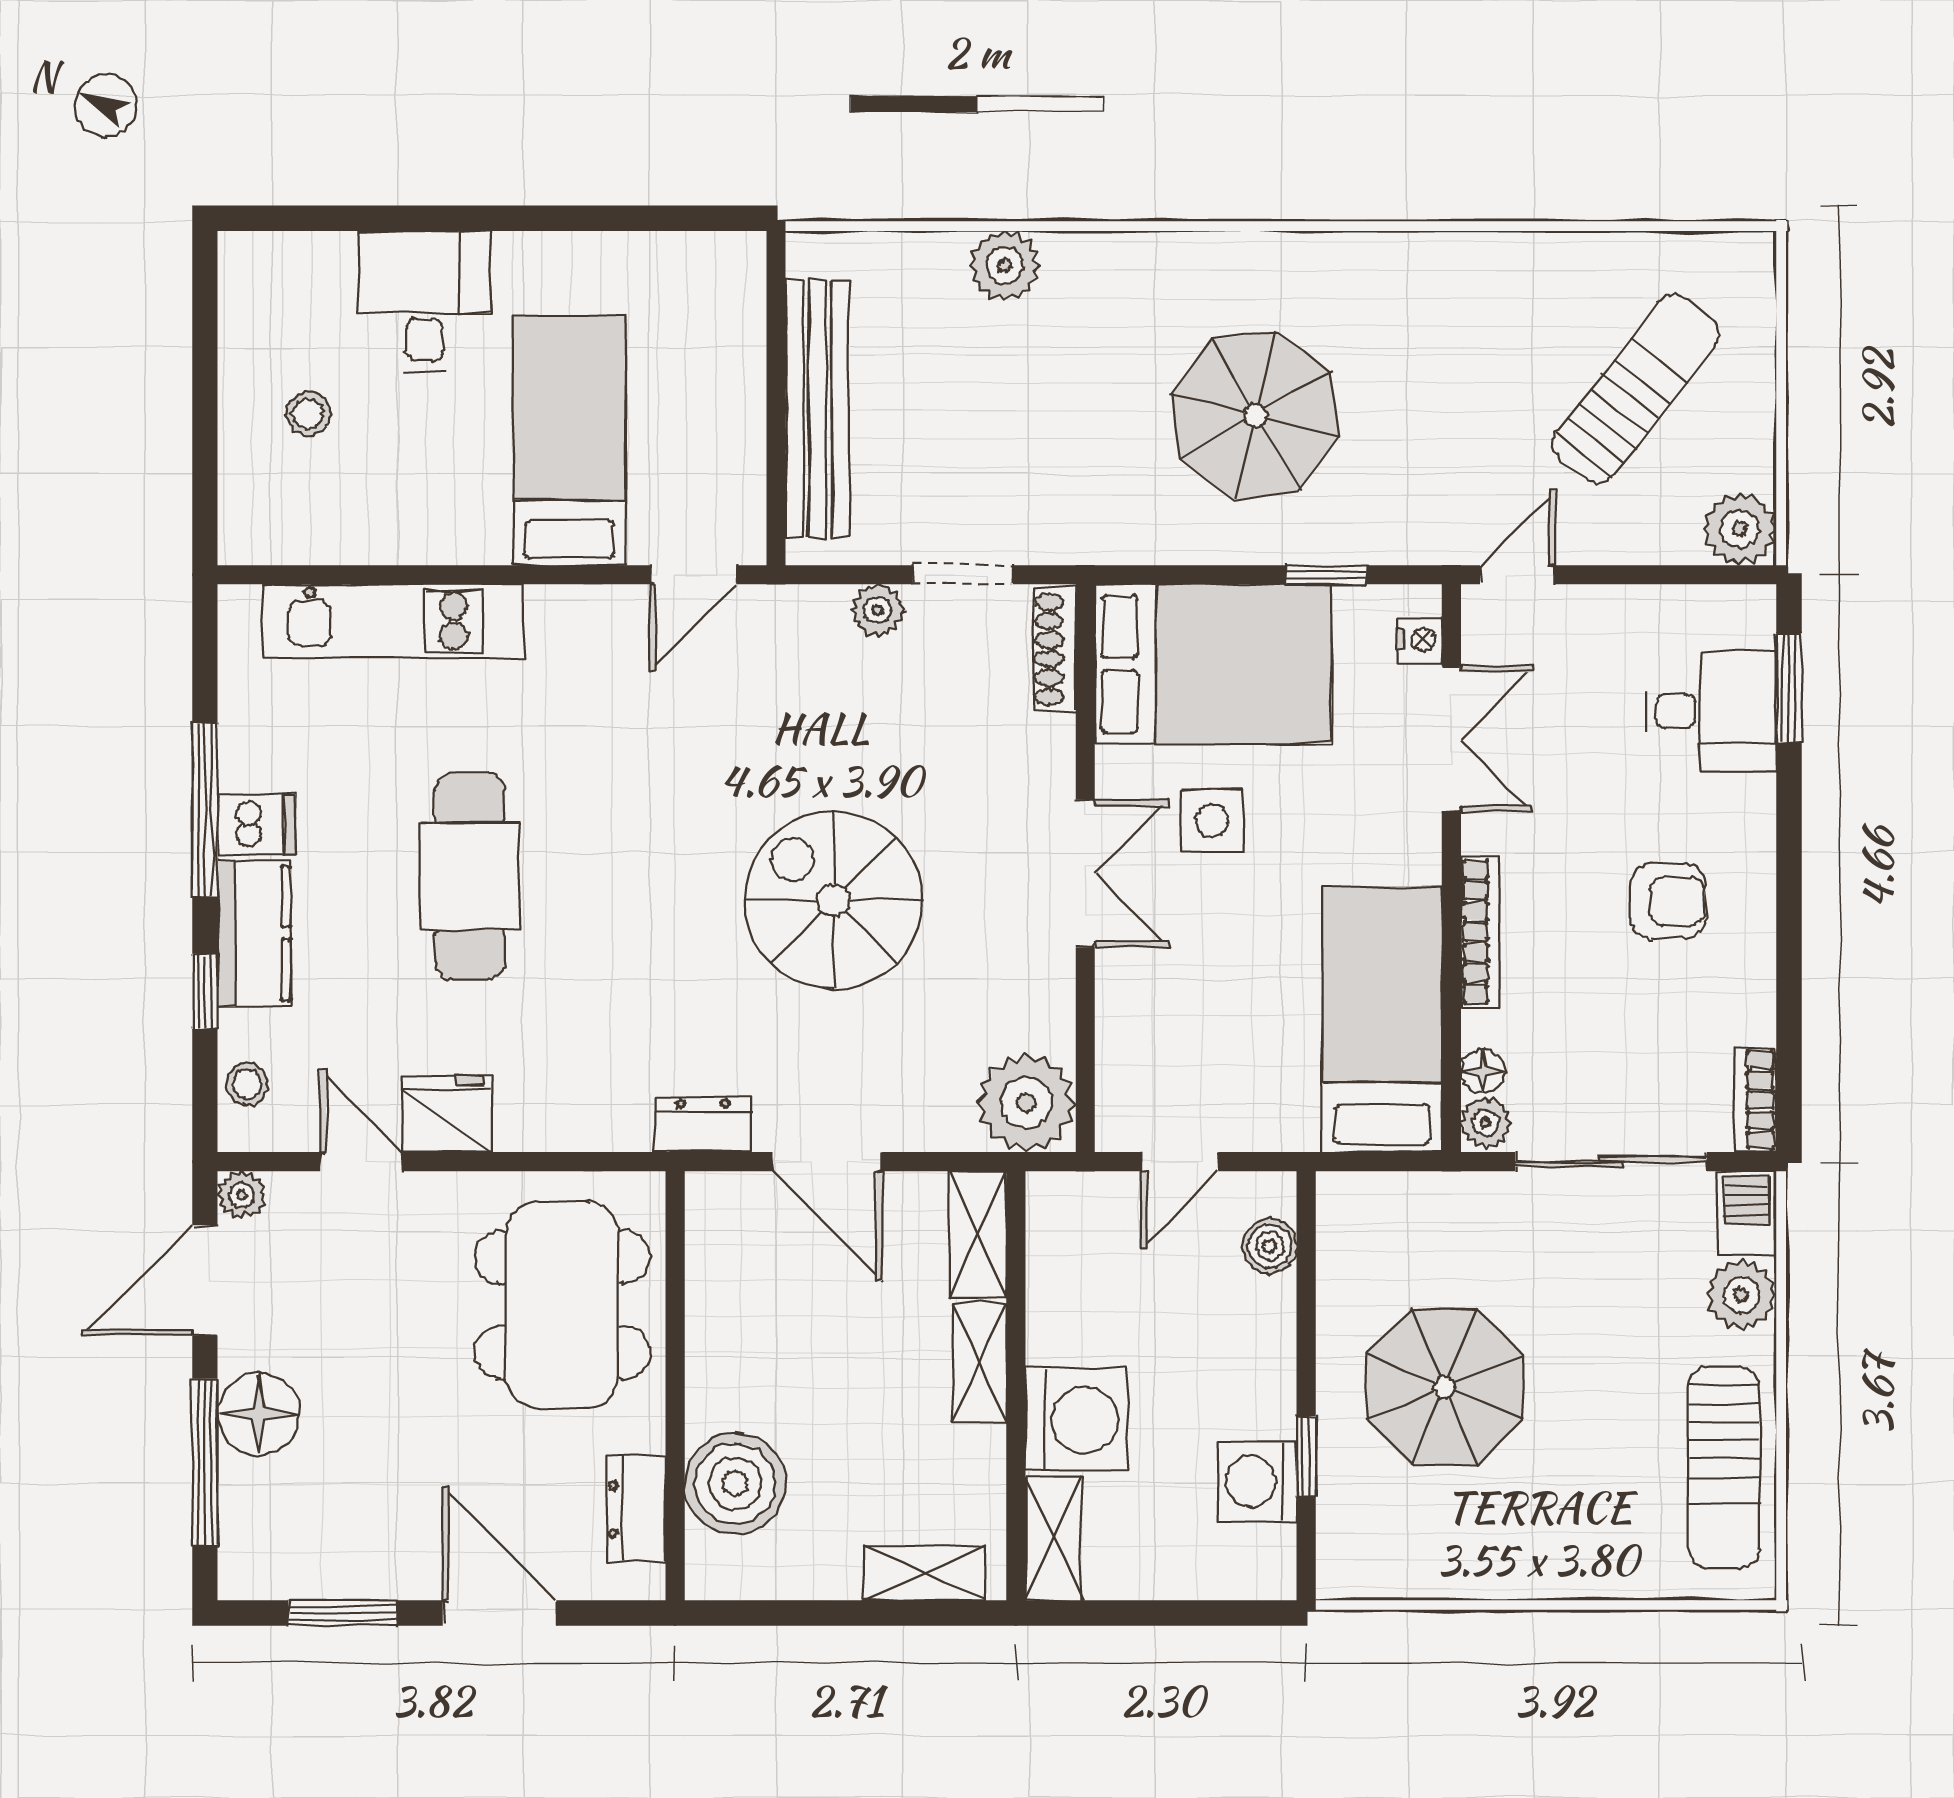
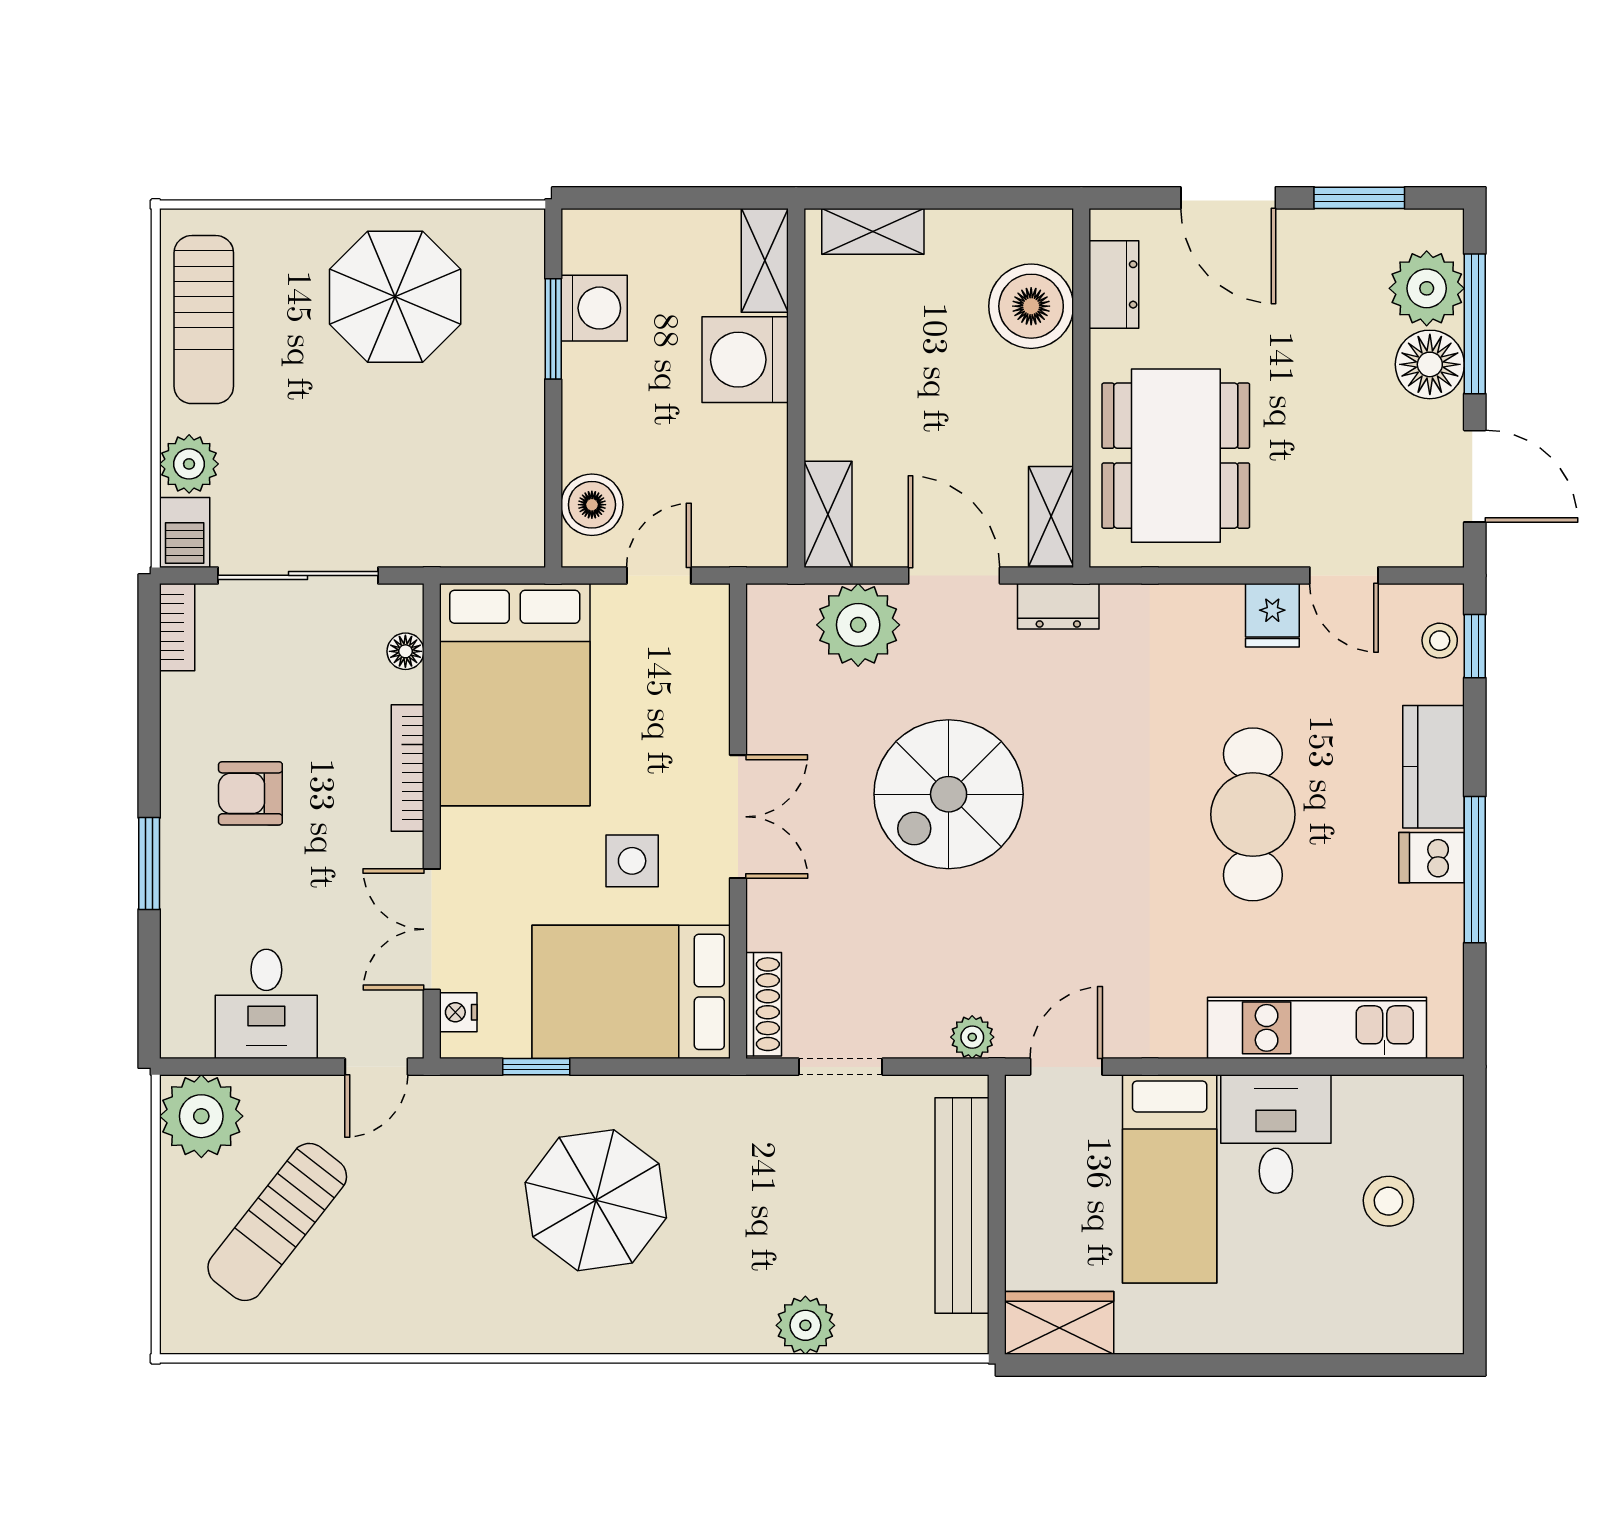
wardrobe: (702, 269) -> (1059, 1323), added
desk: (425, 302) -> (1276, 1134), moved, turned 180
stool: (308, 414) -> (1388, 1201), width x1.37, depth x1.37
plant: (1740, 529) -> (201, 1116), width x1.36, depth x1.36
plant: (878, 610) -> (972, 1037), moved
window: (1789, 688) -> (149, 864), moved
desk: (1711, 711) -> (266, 1004), moved, turned -90
double door: (1085, 874) -> (738, 817), swing flipped
spiral stairs: (834, 900) -> (949, 794), turned 90
window: (205, 991) -> (1475, 646), moved
bed: (1382, 1019) -> (515, 695), width x1.50
plant: (1026, 1103) -> (858, 625), moved
fridge: (447, 1114) -> (1272, 615), width x0.72
plant: (1486, 1123) -> (403, 608), removed
plant: (241, 1195) -> (1427, 288), moved, width x1.87, depth x1.87
boiler: (1270, 1246) -> (592, 505), width x1.36, depth x1.36
door: (205, 1280) -> (1475, 476), hinge flipped
shelving: (980, 1363) -> (1051, 516), moved
parasol: (1444, 1387) -> (395, 297), moved
window: (1306, 1456) -> (553, 329), width x1.50
sun lounger: (1724, 1468) -> (204, 320), turned 180

